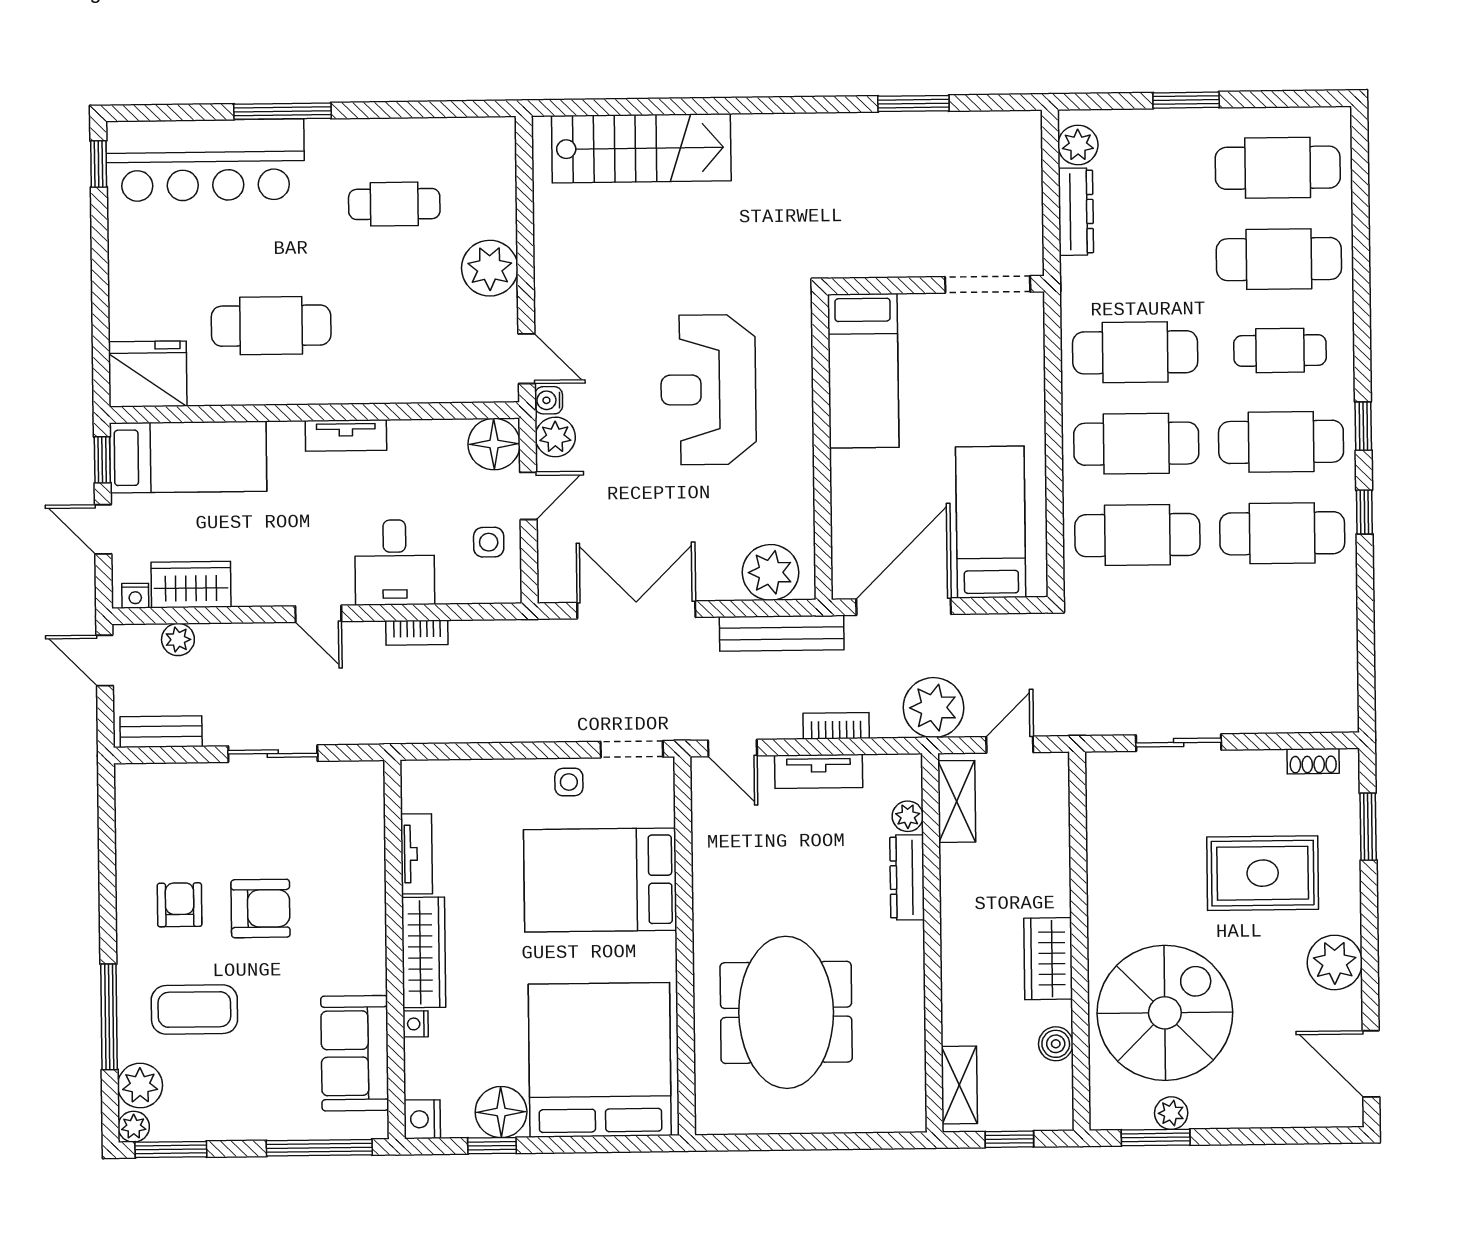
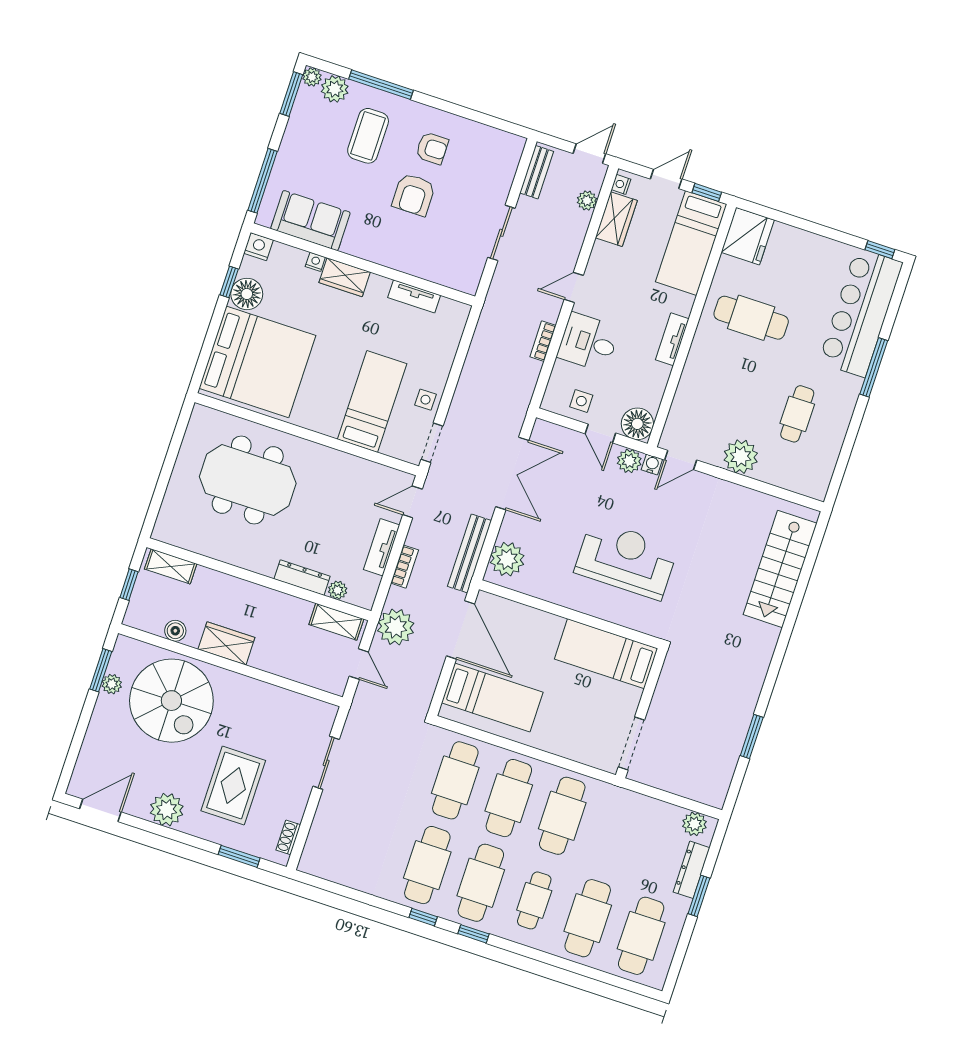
dresser: (1076, 212) -> (691, 870), moved, turned 90
cafe table: (271, 326) -> (751, 318), turned 90
bed: (600, 880) -> (372, 402), width x0.67
wardrobe: (424, 952) -> (345, 277), width x0.67

